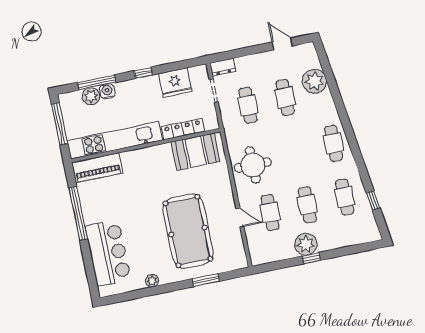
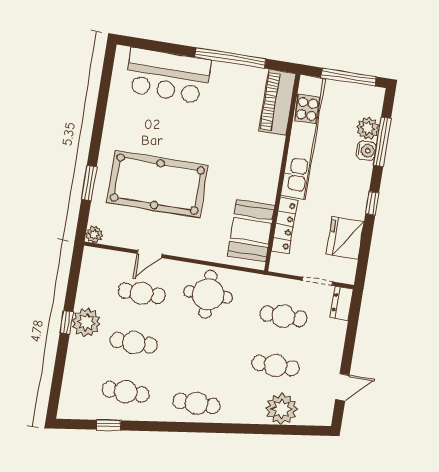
plant: (152, 281) -> (94, 235), moved

